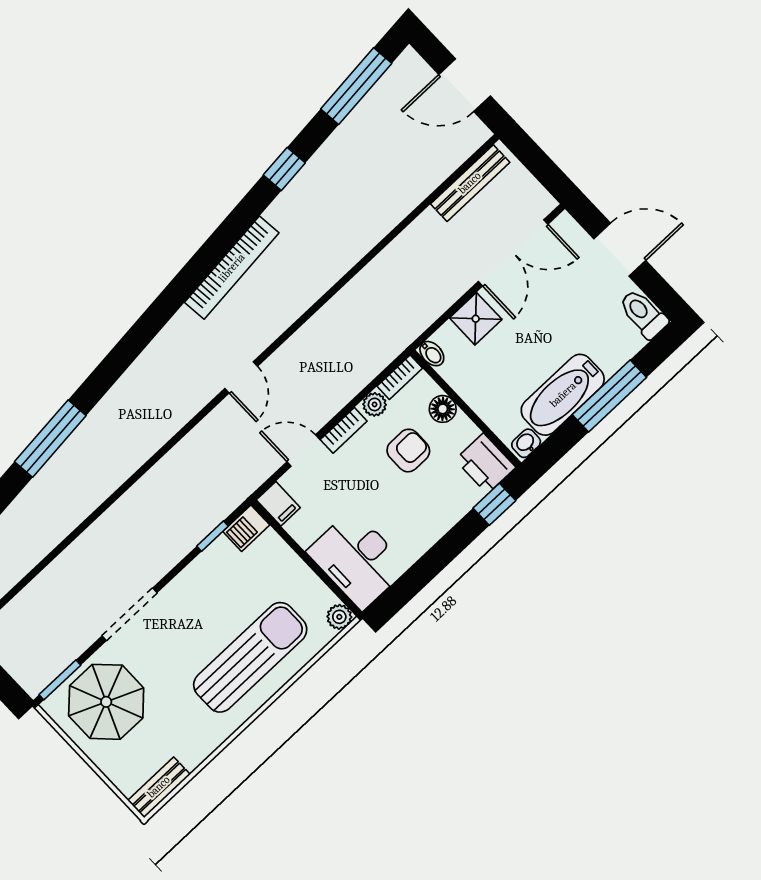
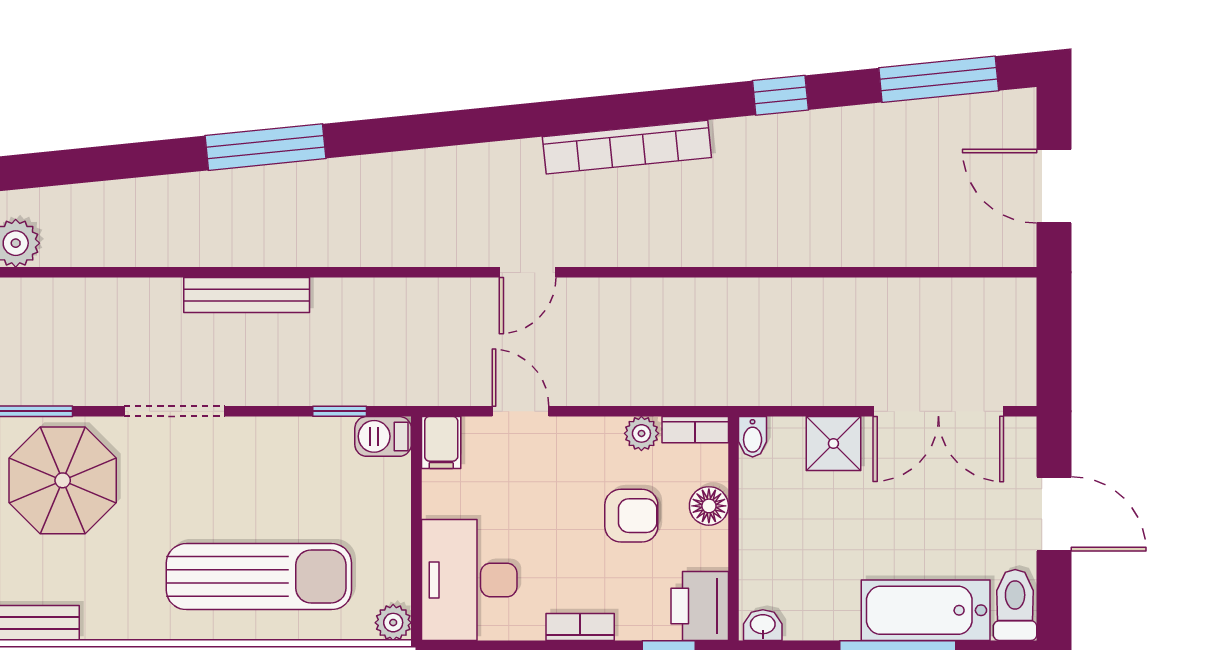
bench: (470, 183) -> (247, 295), moved
bathtub: (563, 395) -> (926, 610), moved
bookcase: (344, 430) -> (580, 627), moved, turned 180

